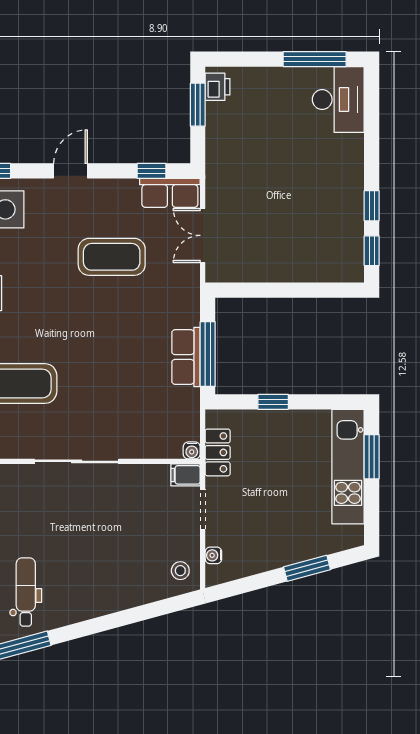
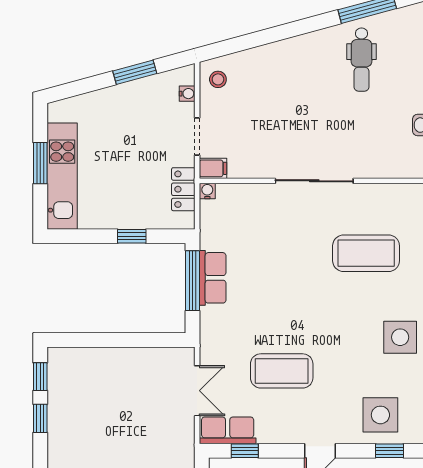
window: (372, 457) -> (40, 163), moved
window: (307, 568) -> (135, 72), moved

